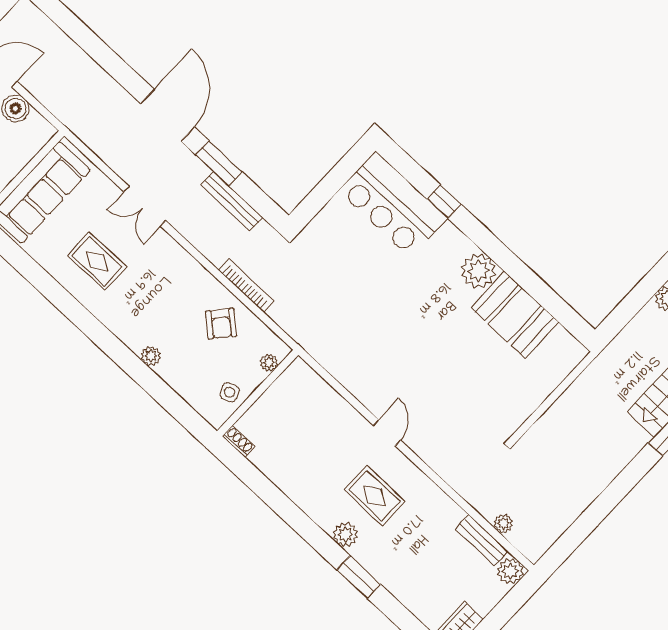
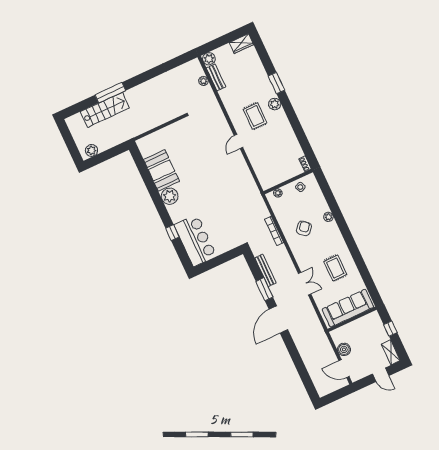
armchair: (221, 324) -> (304, 228), moved

